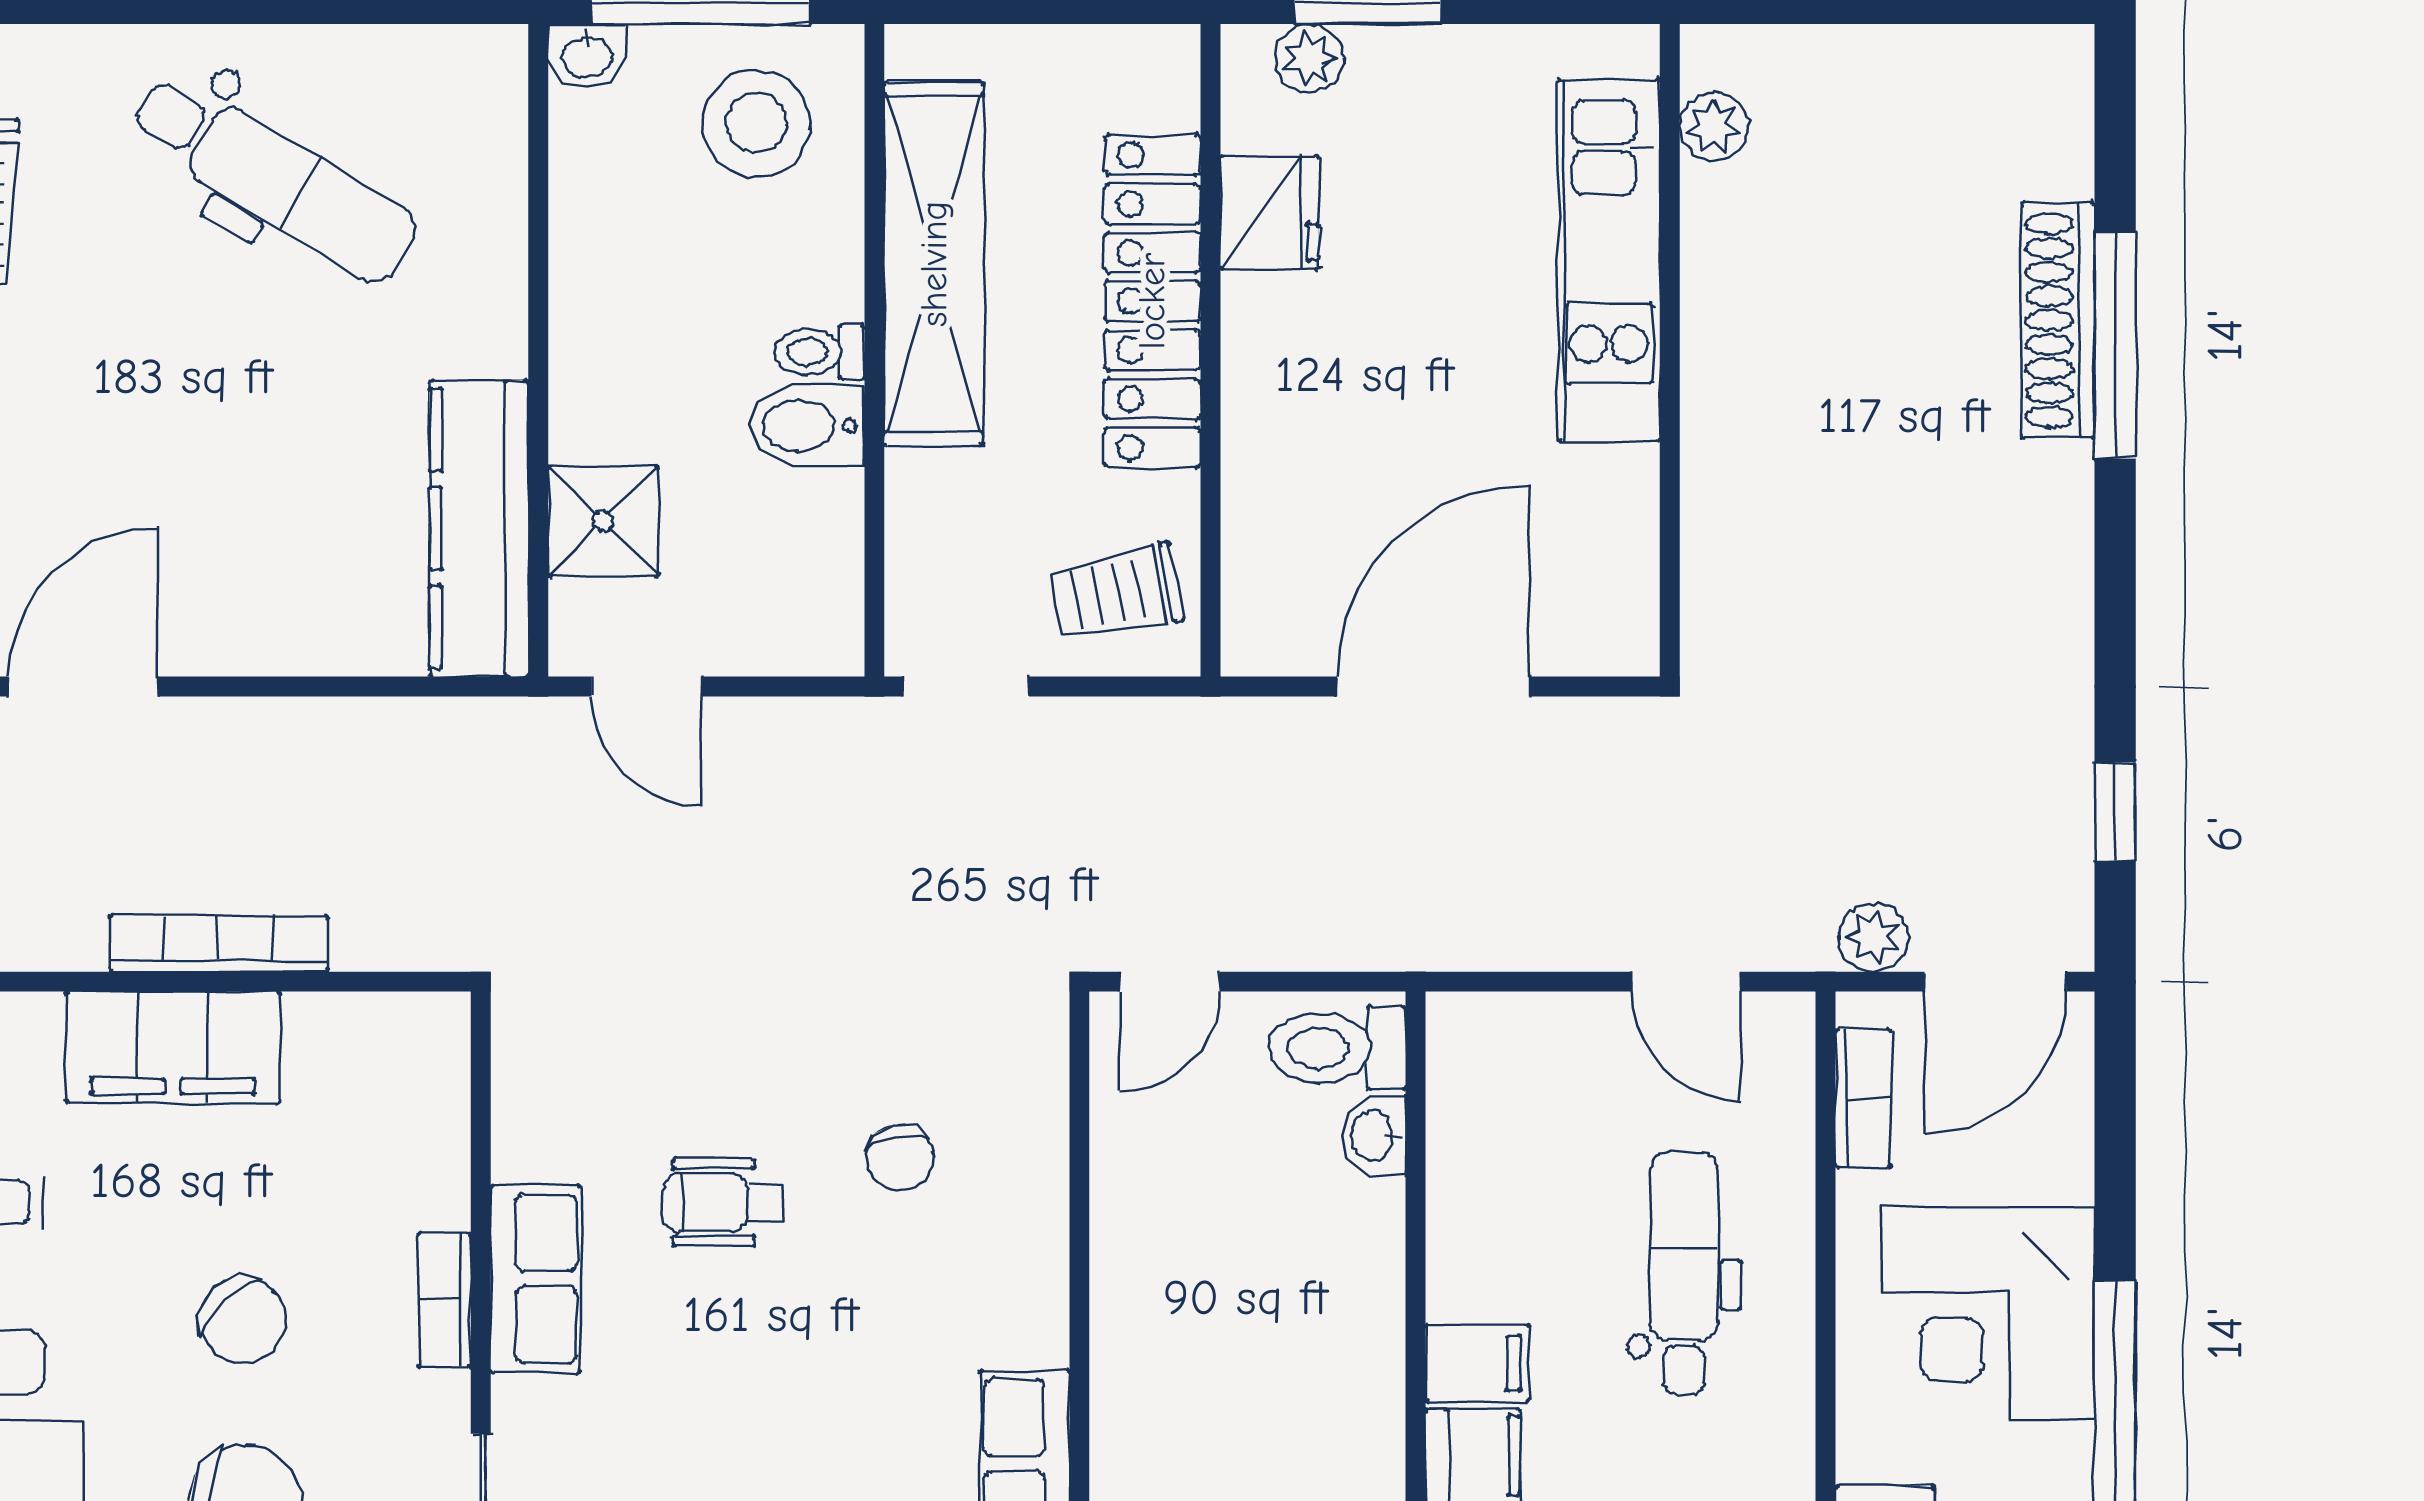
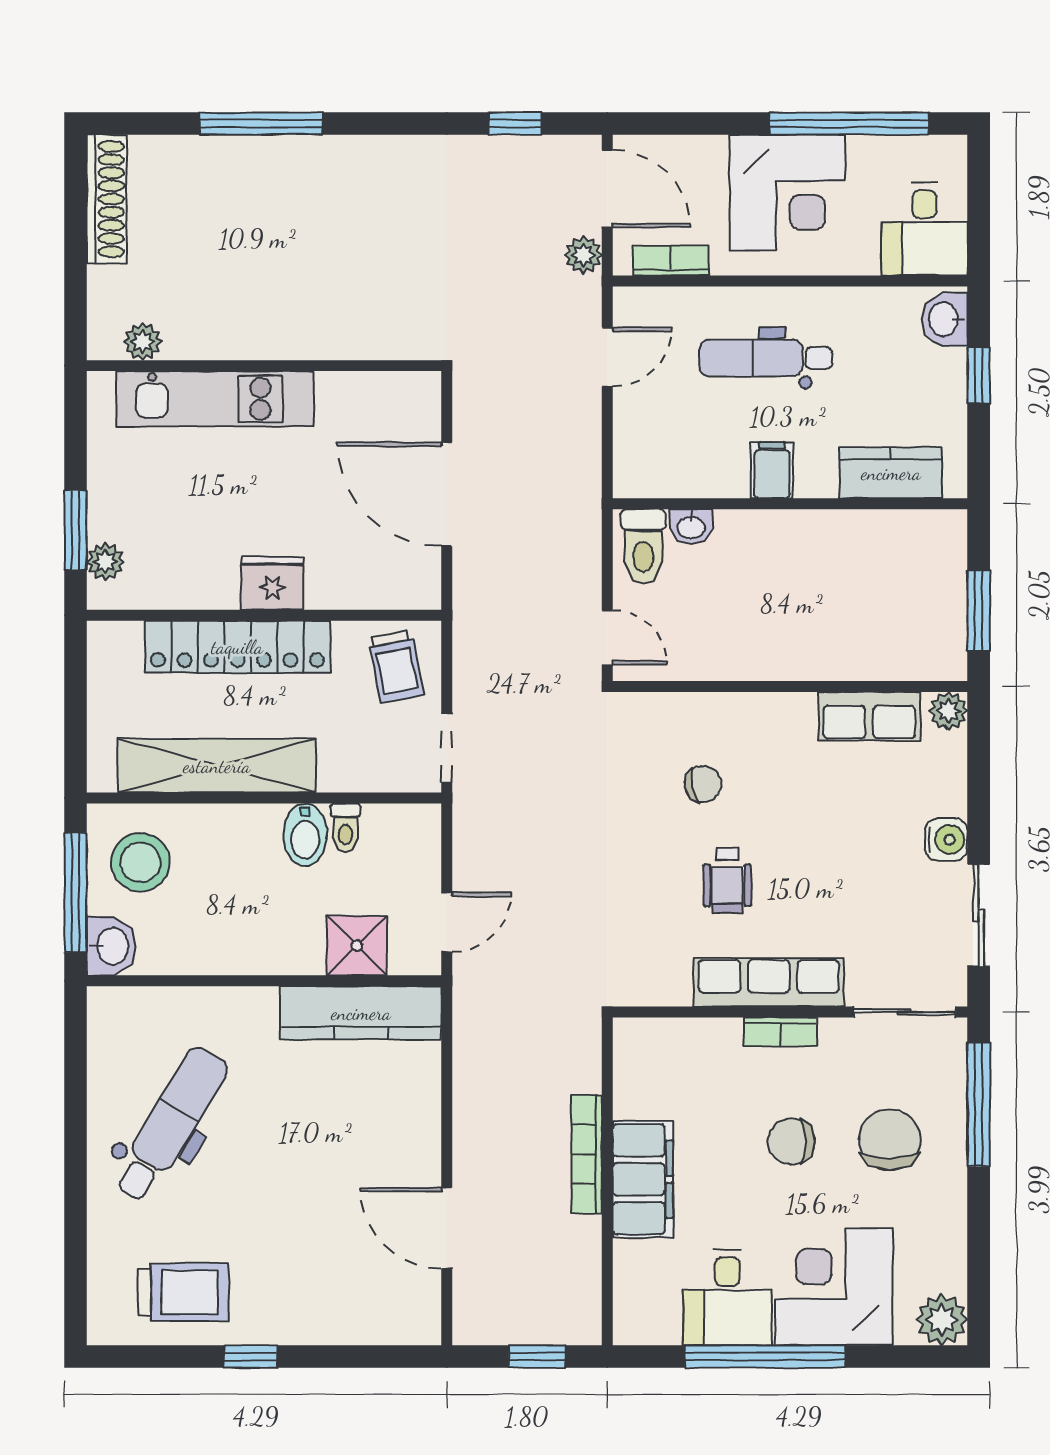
washbasin: (587, 55) -> (111, 946), width x1.38, depth x1.45
fridge: (1270, 212) -> (272, 583), moved
shoe rack: (2058, 320) -> (107, 199), moved, turned -90
toilet: (820, 352) -> (345, 828), moved
row of seats: (536, 1279) -> (769, 982), width x1.48
chair: (243, 1320) -> (791, 1141), turned -137
filing cabinet: (1477, 1363) -> (772, 470), moved

